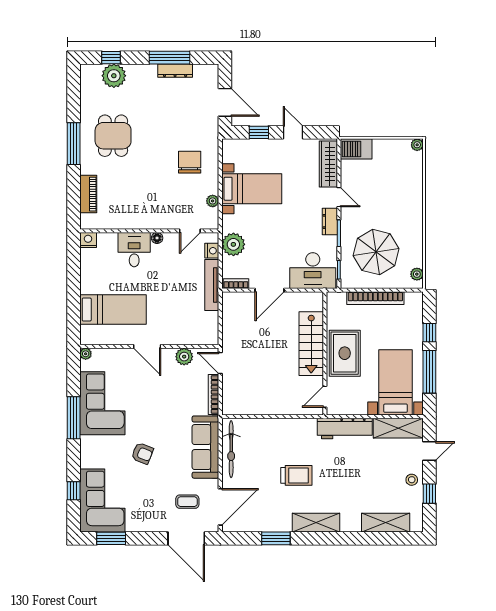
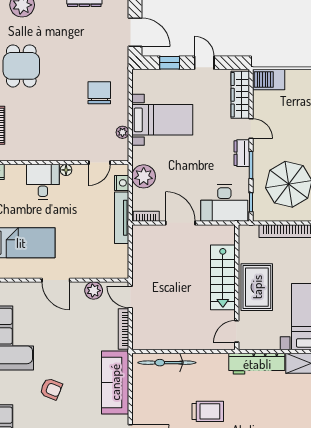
door: (270, 290) -> (180, 223), swing flipped
bicycle: (231, 449) -> (167, 363), moved, turned 90

